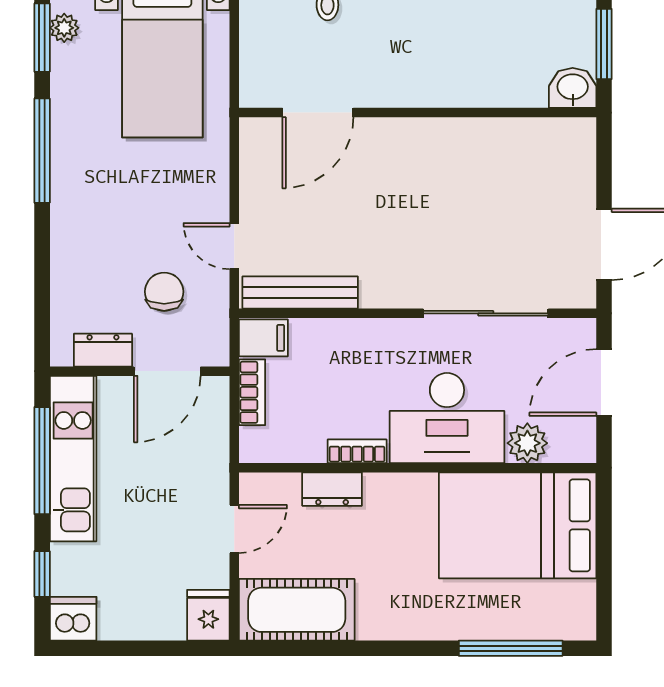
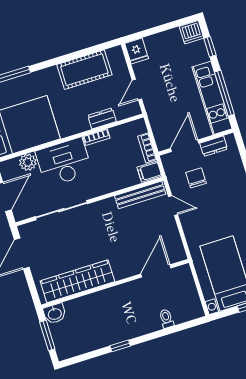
wardrobe: (499, 144) -> (77, 281), added
chair: (164, 292) -> (196, 178), turned 180
cot: (297, 610) -> (84, 70), moved

